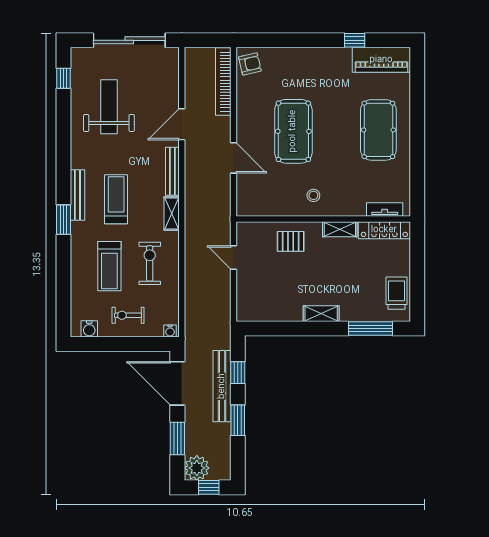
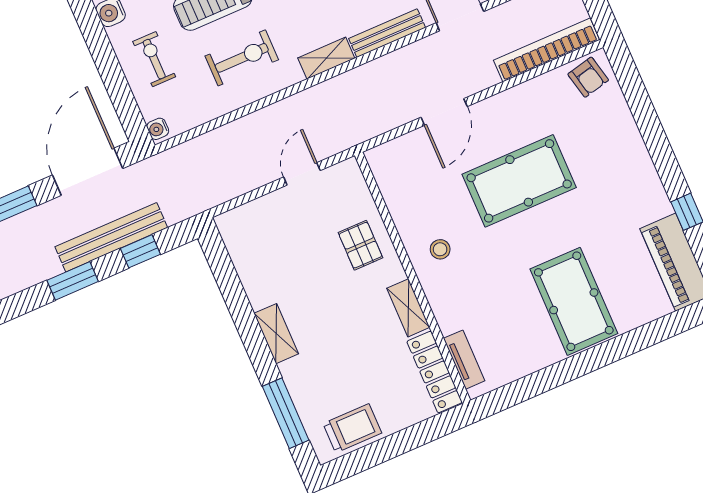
pool table: (378, 130) -> (574, 301), turned 90

